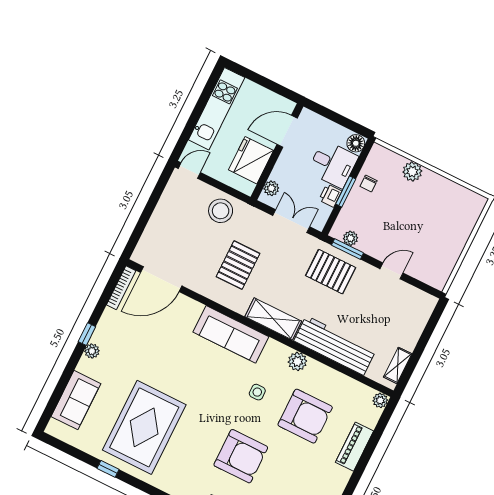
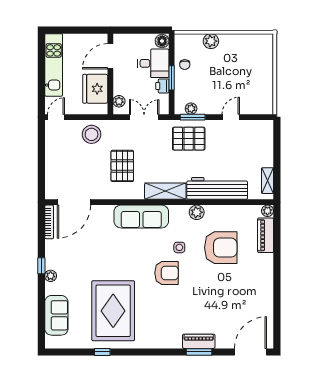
piano: (354, 447) -> (266, 235), moved
armchair: (241, 456) -> (167, 273), moved, width x0.73, depth x0.73

